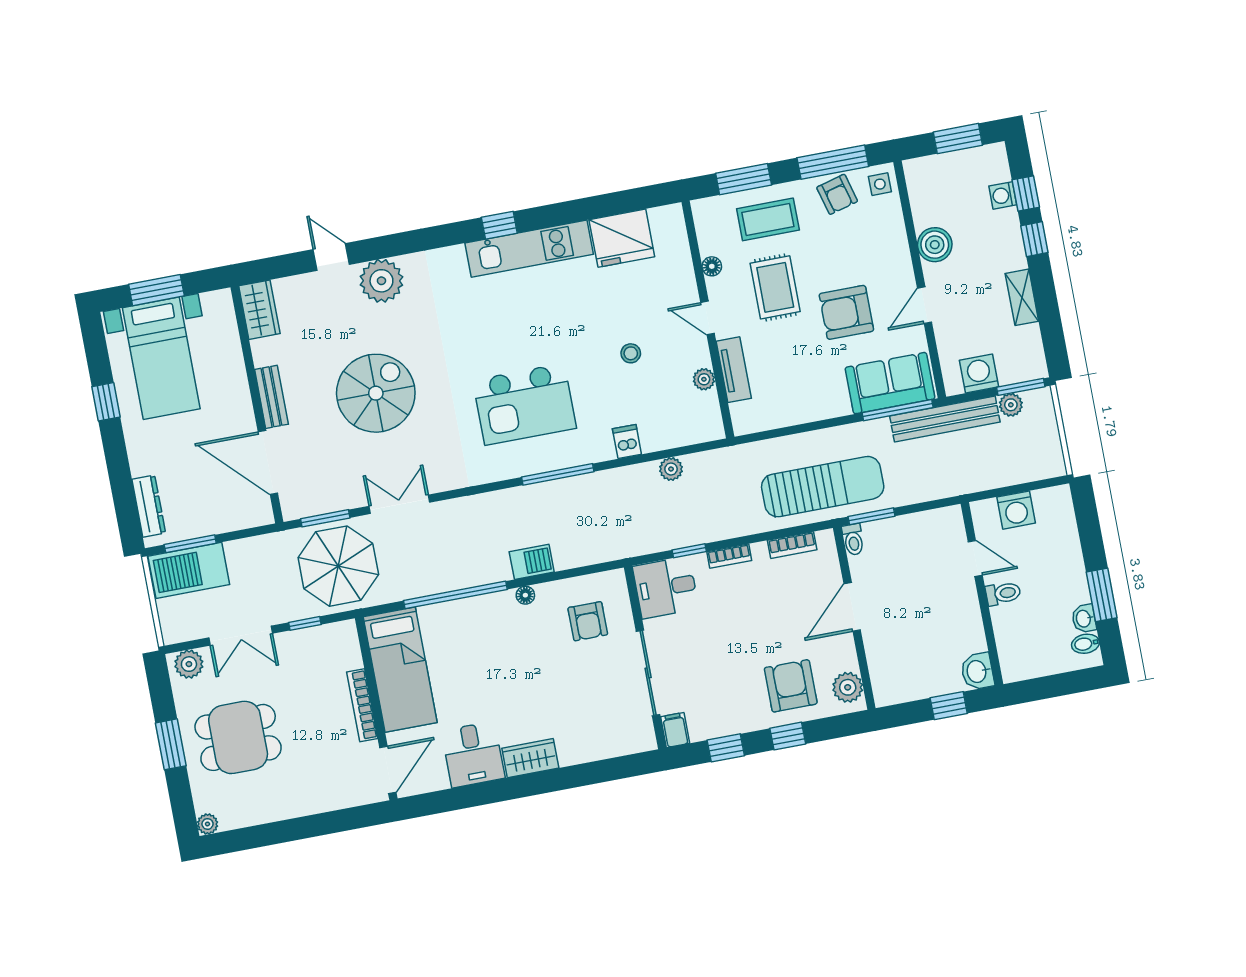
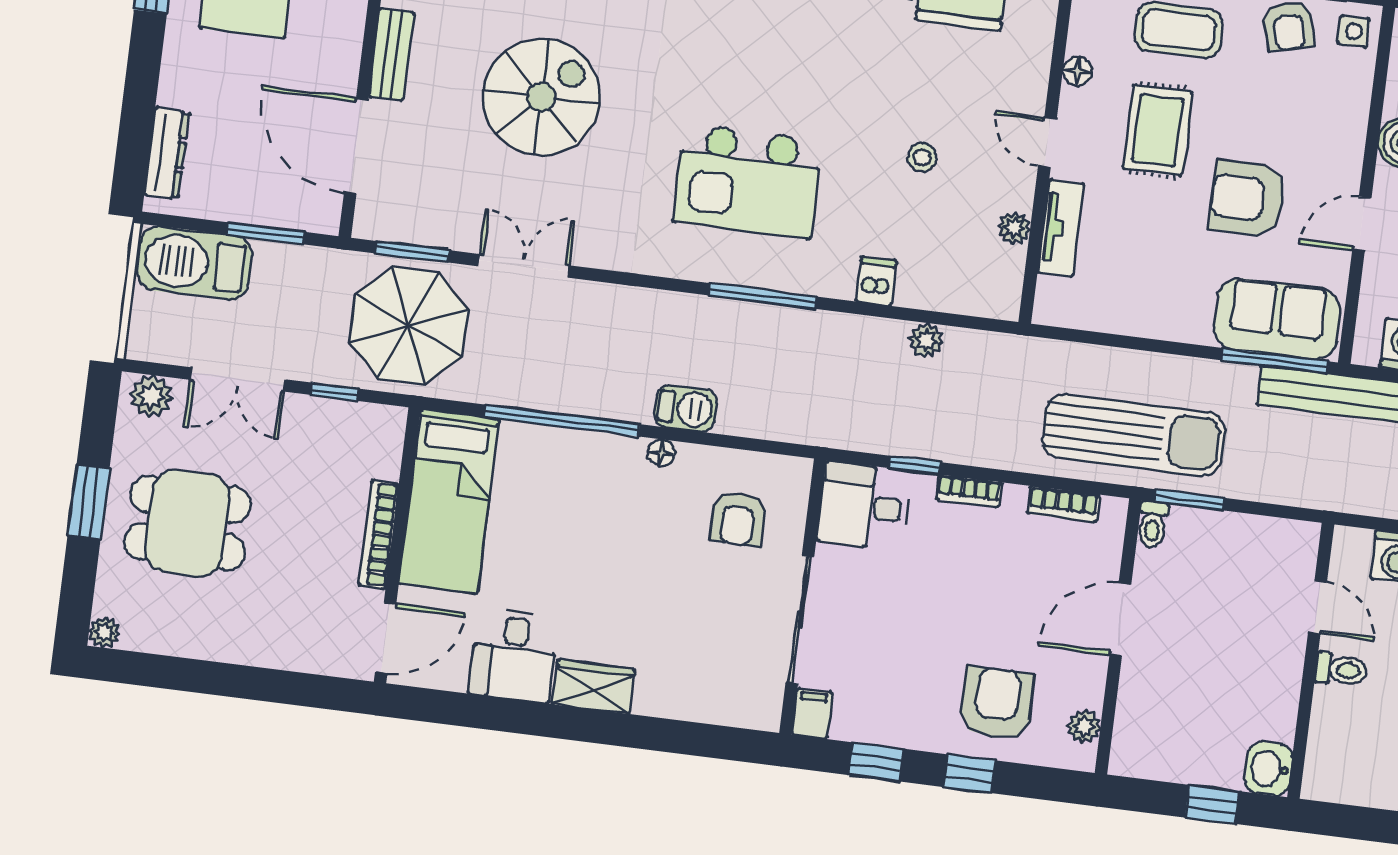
window: (190, 544) -> (266, 233), moved
plant: (848, 687) -> (1084, 727), width x0.73, depth x0.73

